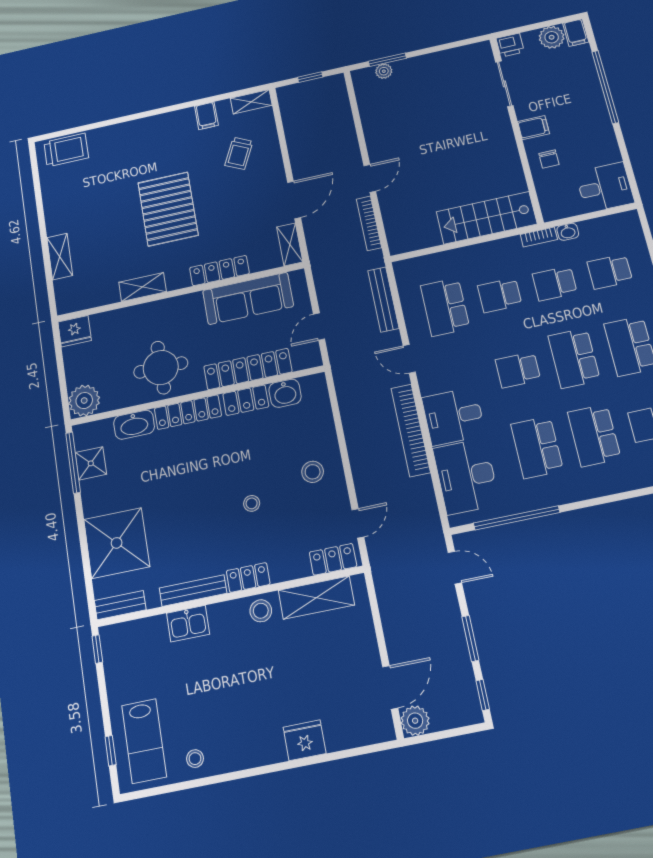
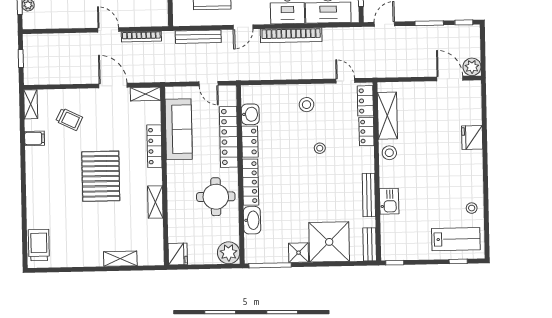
pallet: (168, 209) -> (101, 176), turned 90
shower: (91, 463) -> (299, 253), moved
locker: (248, 577) -> (366, 132), moved

